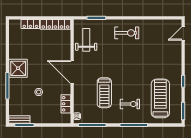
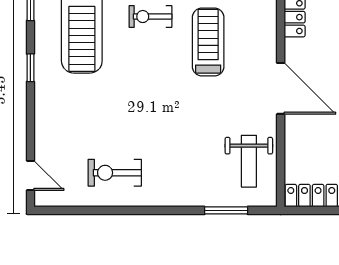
exercise bike: (127, 33) -> (115, 173), moved
door: (183, 33) -> (30, 176), hinge flipped

